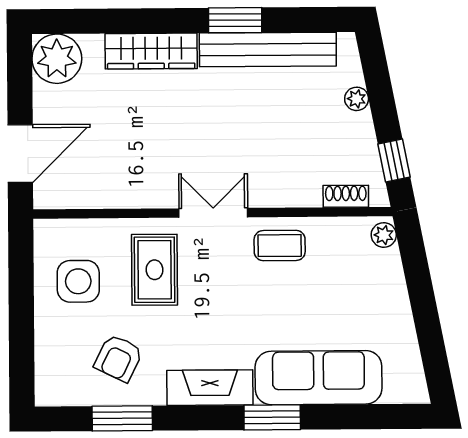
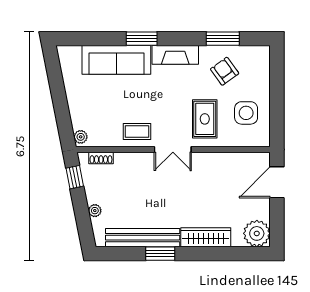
armchair: (118, 358) -> (225, 71), turned -62

